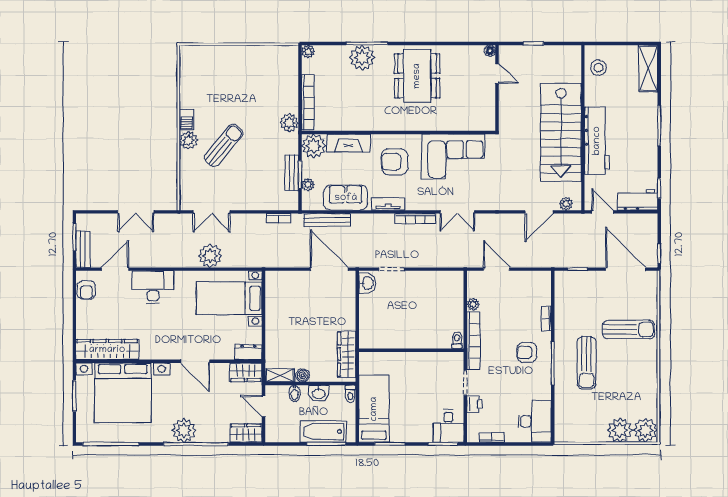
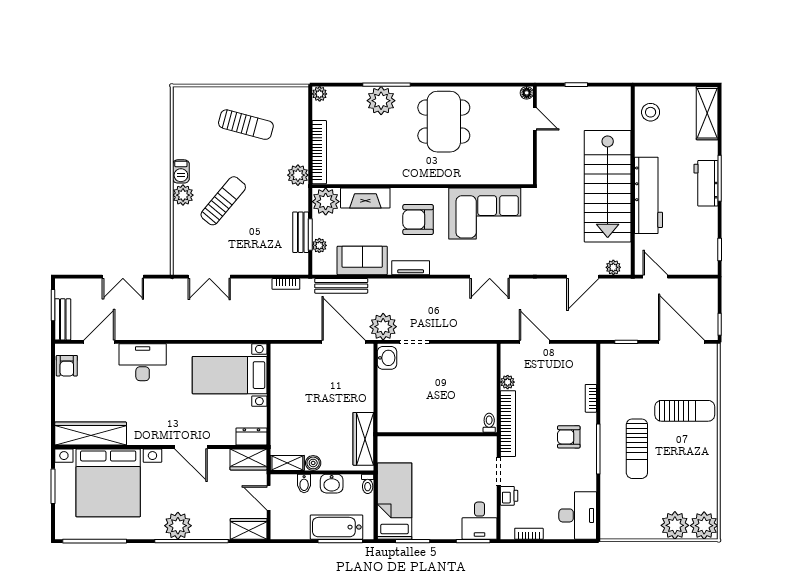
sun lounger: (244, 79) -> (246, 125), added
workbench: (637, 200) -> (706, 183), moved, turned -90
bookcase: (415, 219) -> (442, 284), removed
plant: (210, 256) -> (383, 327), moved

